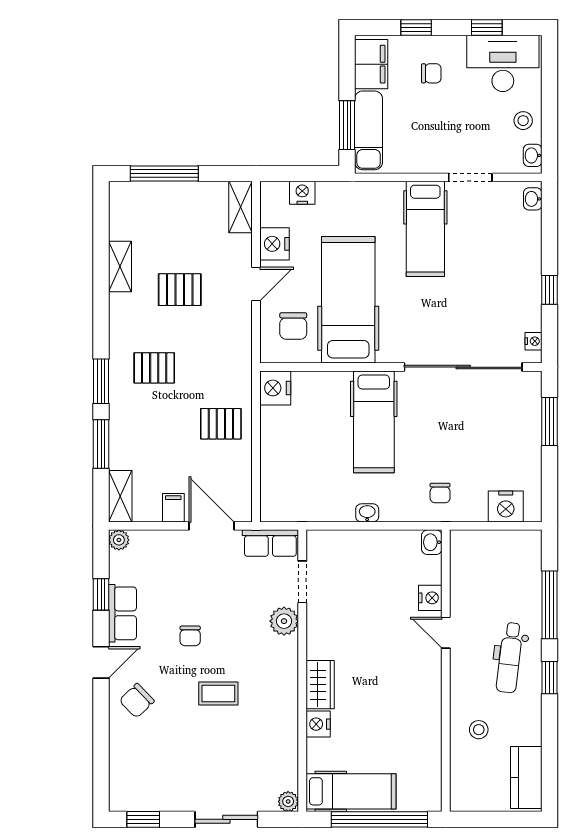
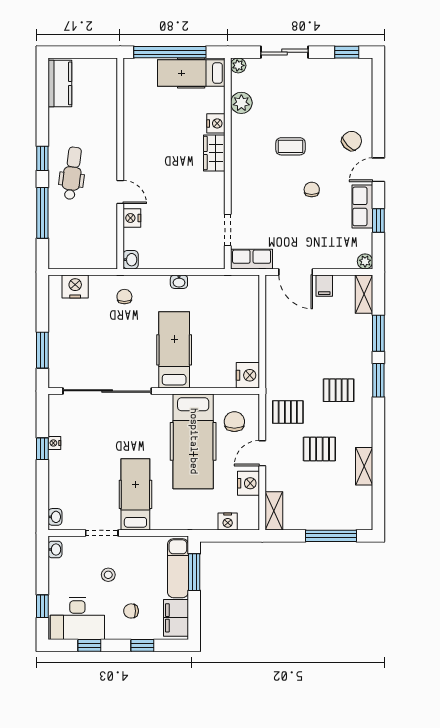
window: (549, 80) -> (42, 606), added
stool: (523, 121) -> (108, 575), moved
nightstand: (533, 341) -> (54, 443), moved
pallet: (221, 424) -> (288, 412), moved
plant: (284, 621) -> (241, 103), moved
stool: (479, 730) -> (95, 119), removed

